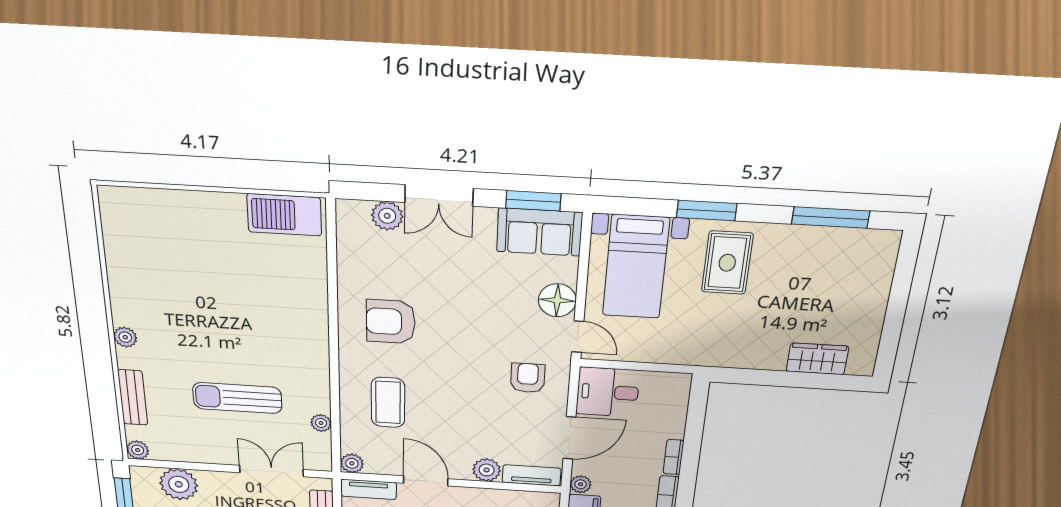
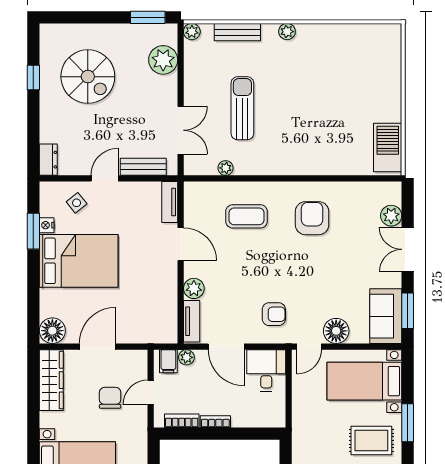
plant: (352, 463) -> (192, 190), removed
door: (426, 481) -> (181, 244), hinge flipped

